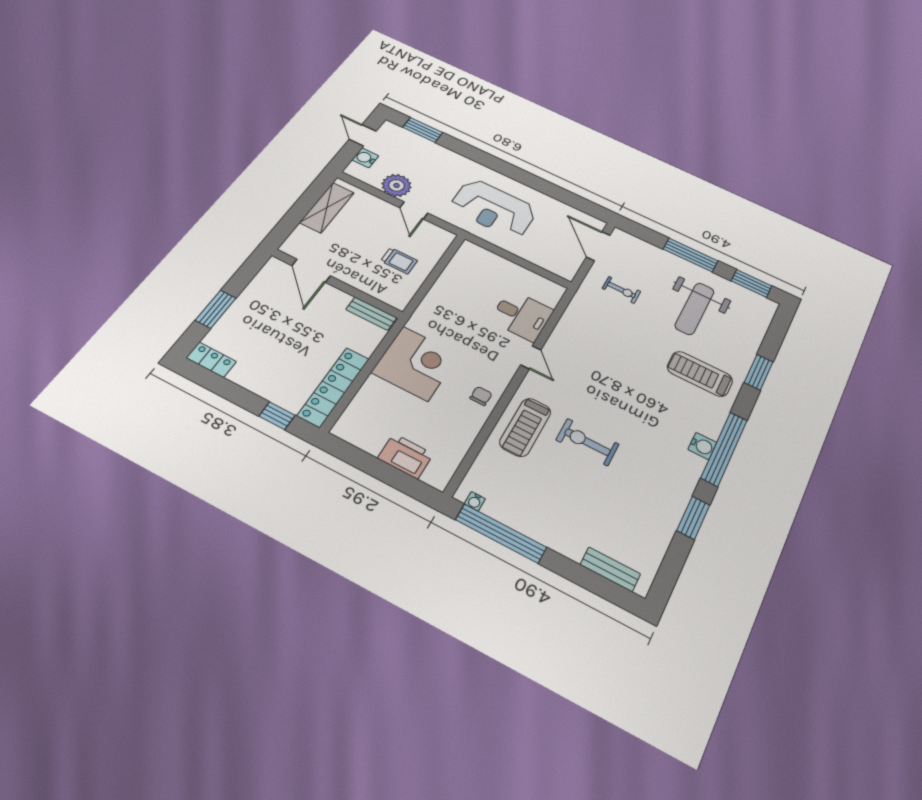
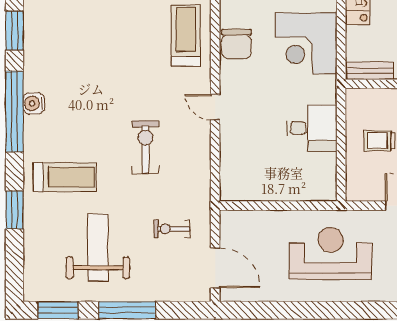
desk: (522, 315) -> (312, 128), moved, turned 180
chair: (481, 396) -> (236, 44), width x1.87, depth x1.87
exercise bike: (587, 442) -> (145, 147), moved, turned -90

